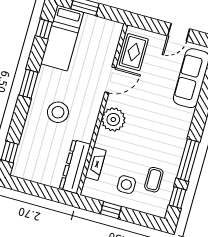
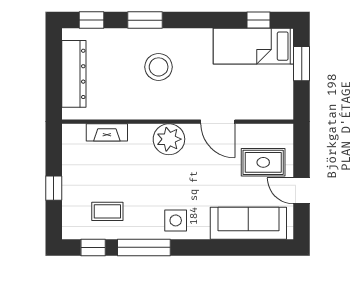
rug: (134, 52) -> (263, 162), moved
window: (29, 84) -> (145, 20), moved
dresser: (75, 166) -> (74, 74), moved, turned 90
side table: (126, 185) -> (176, 220), moved
window: (111, 210) -> (54, 188), moved

